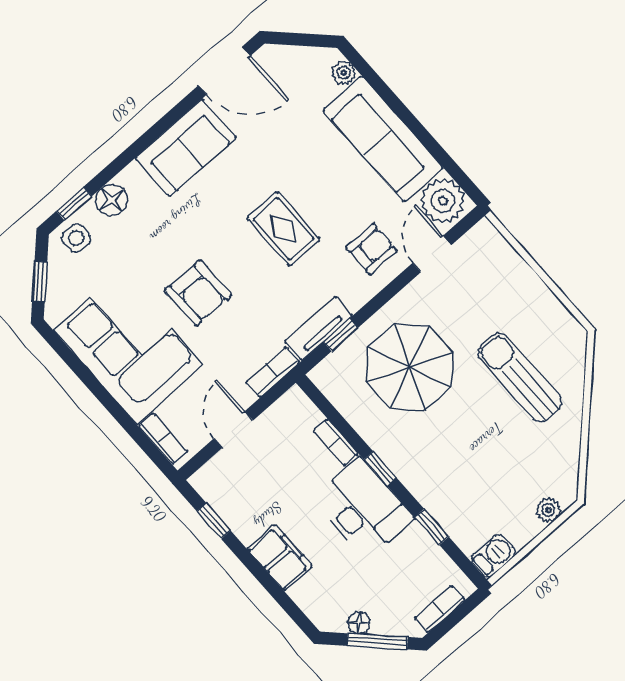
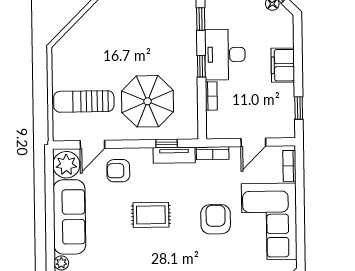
rug: (283, 229) -> (151, 215), turned 90
sun lounger: (520, 377) -> (84, 101), moved, turned 90

